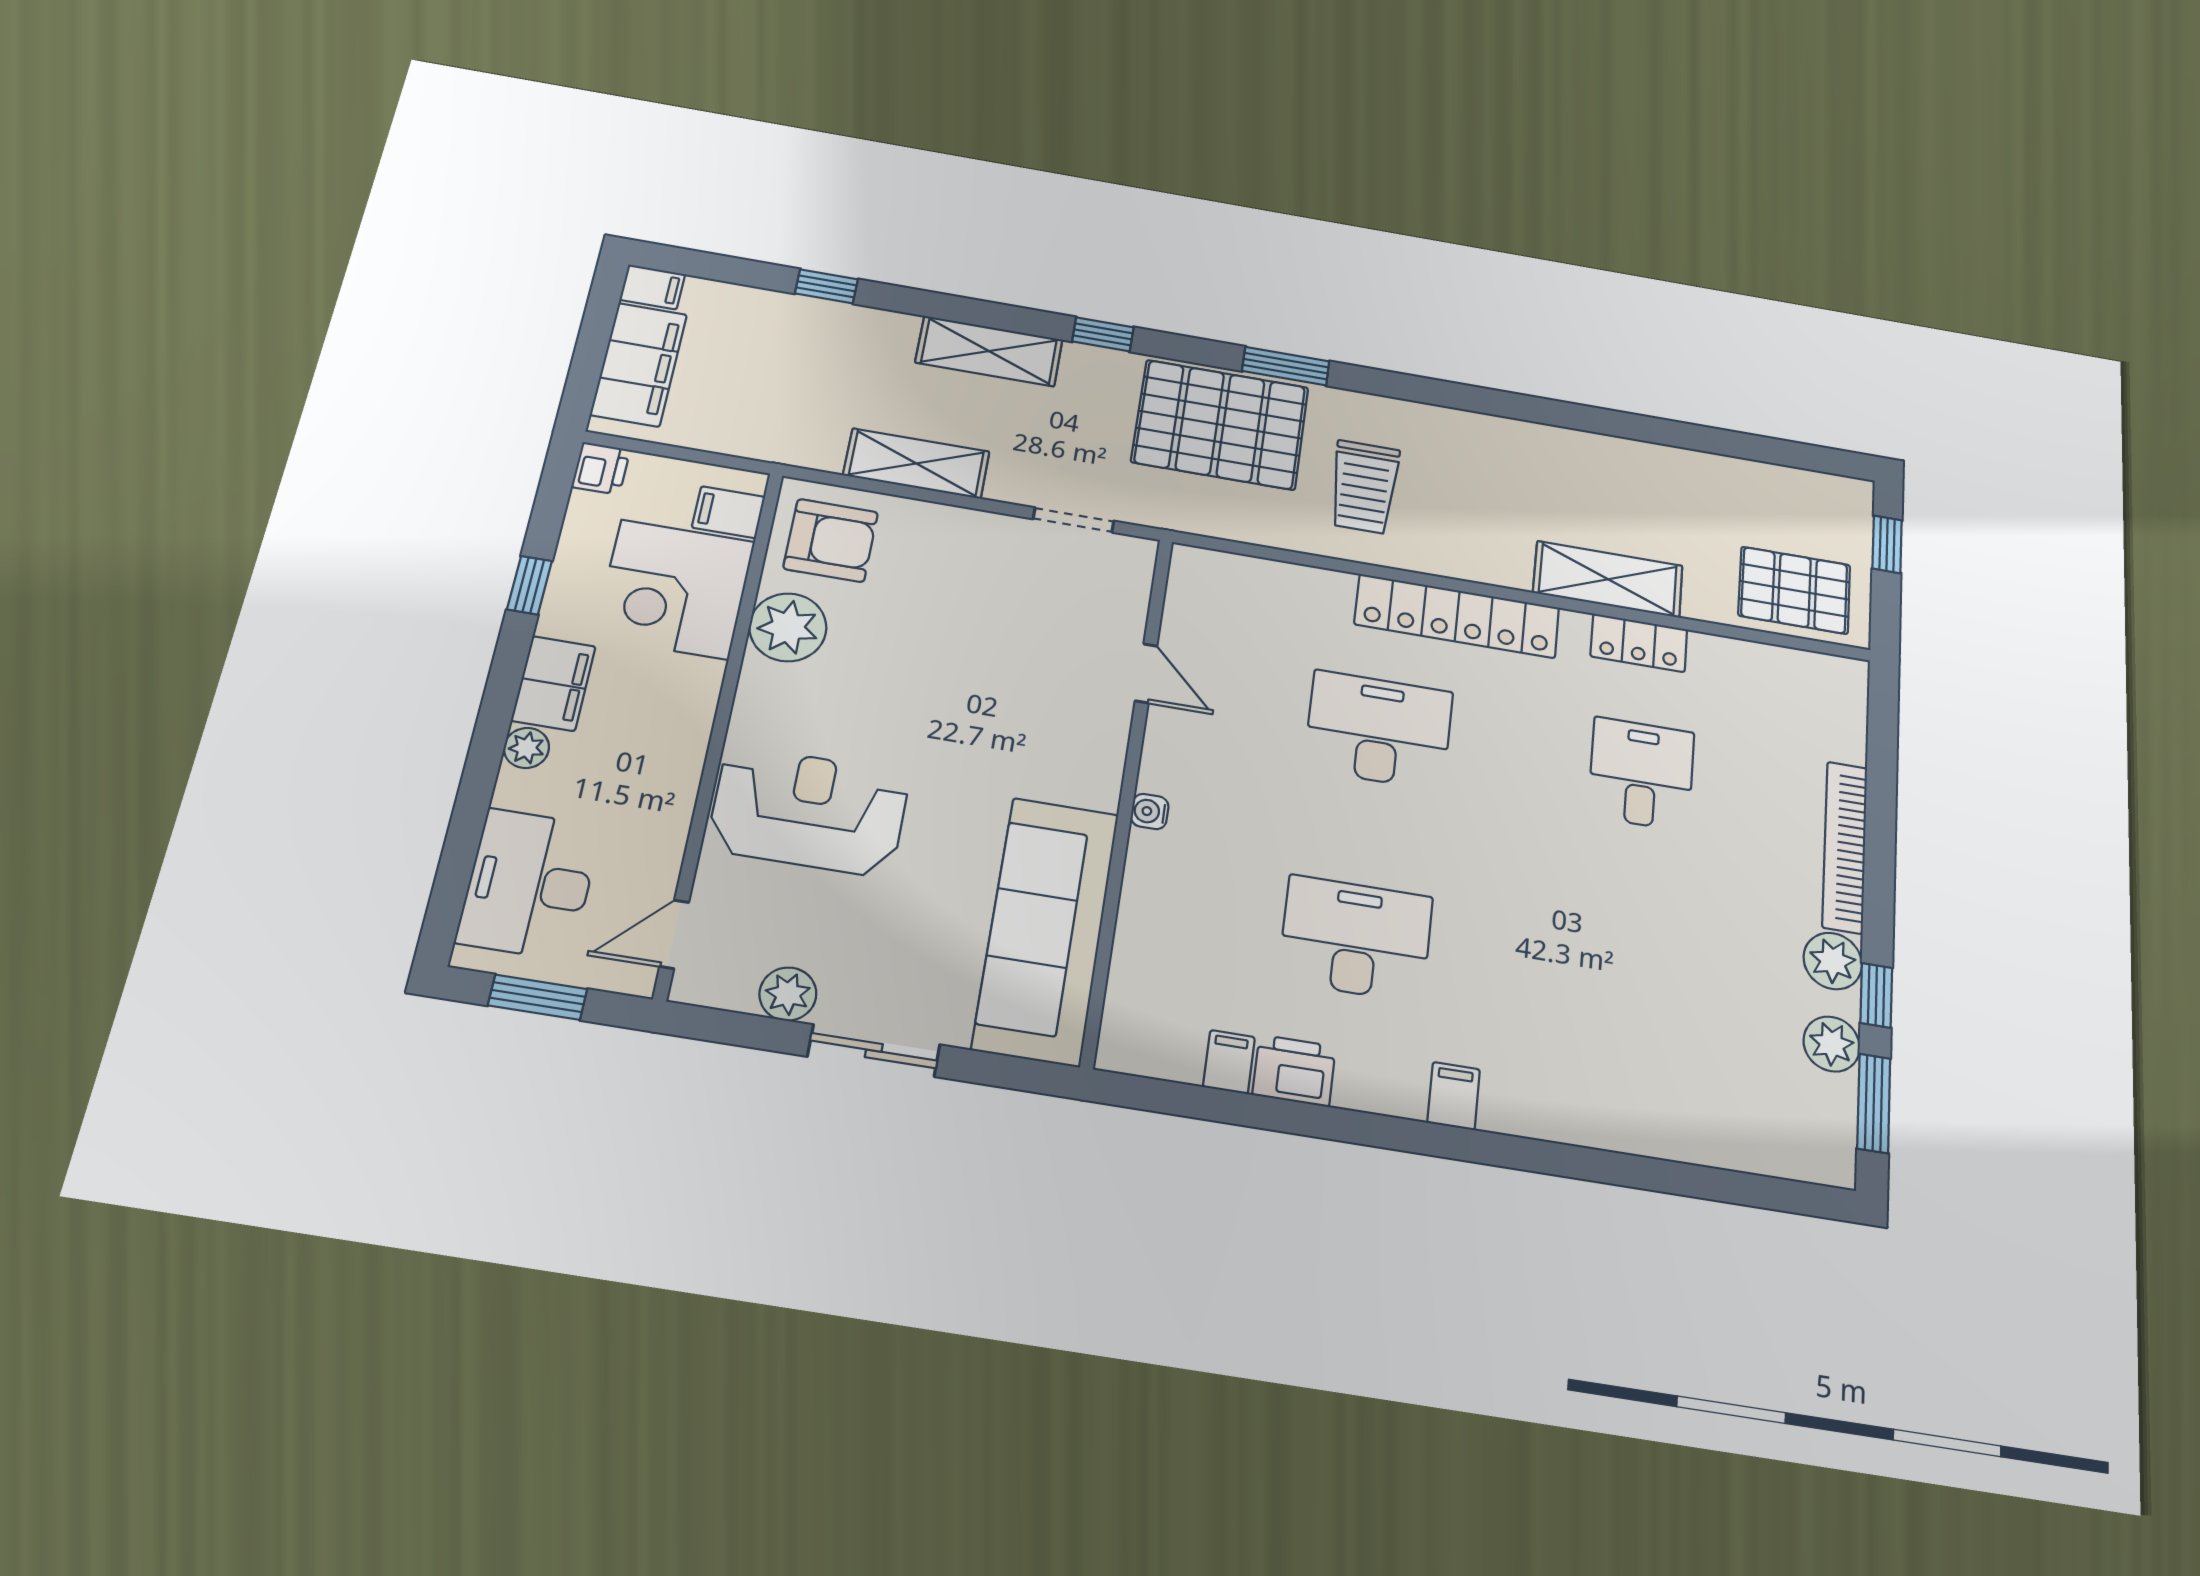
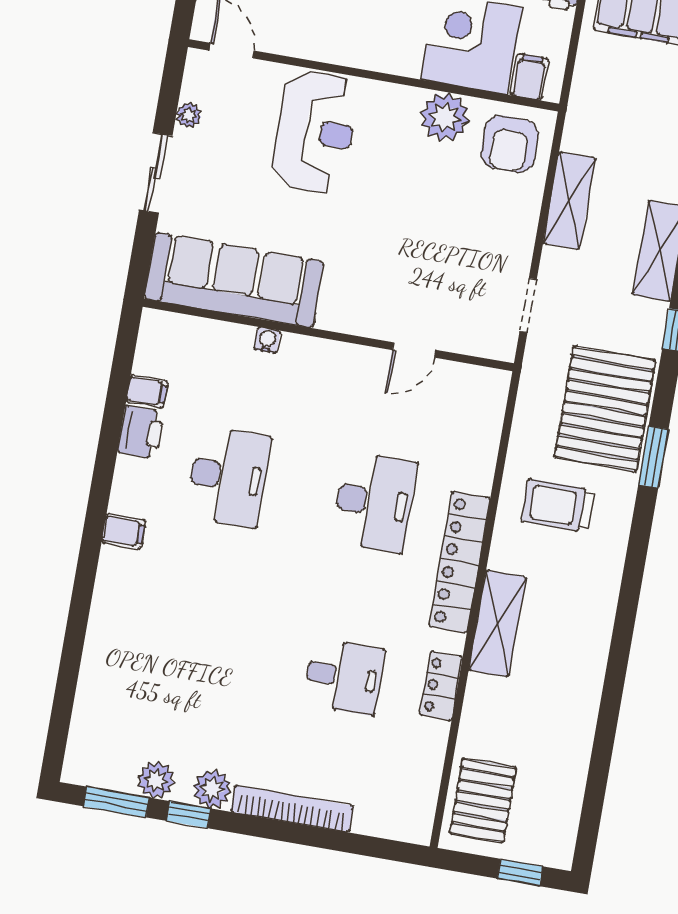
shelving: (1608, 579) -> (497, 624), moved
water cooler: (1150, 812) -> (267, 340), moved
plant: (788, 994) -> (189, 115), width x0.73, depth x0.73

